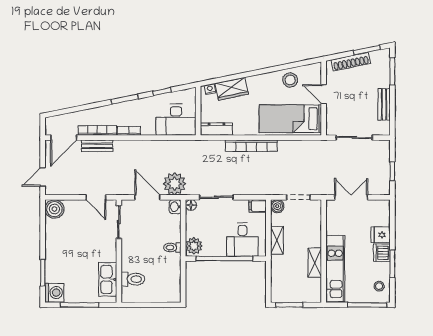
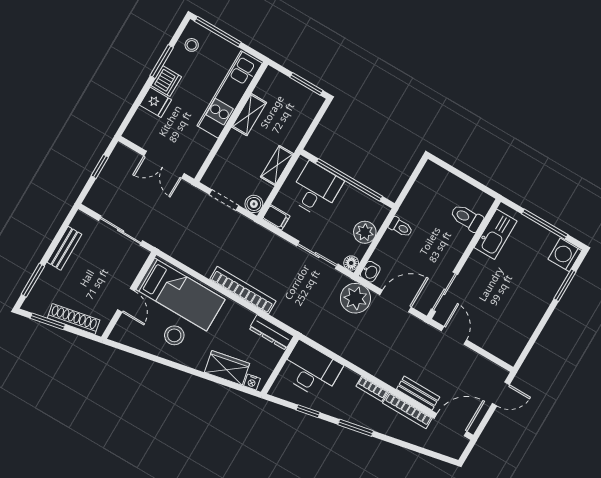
stool: (290, 80) -> (174, 335), moved
door: (147, 197) -> (395, 301), swing flipped
boiler: (54, 209) -> (509, 350), removed
plant: (194, 246) -> (365, 232), moved

